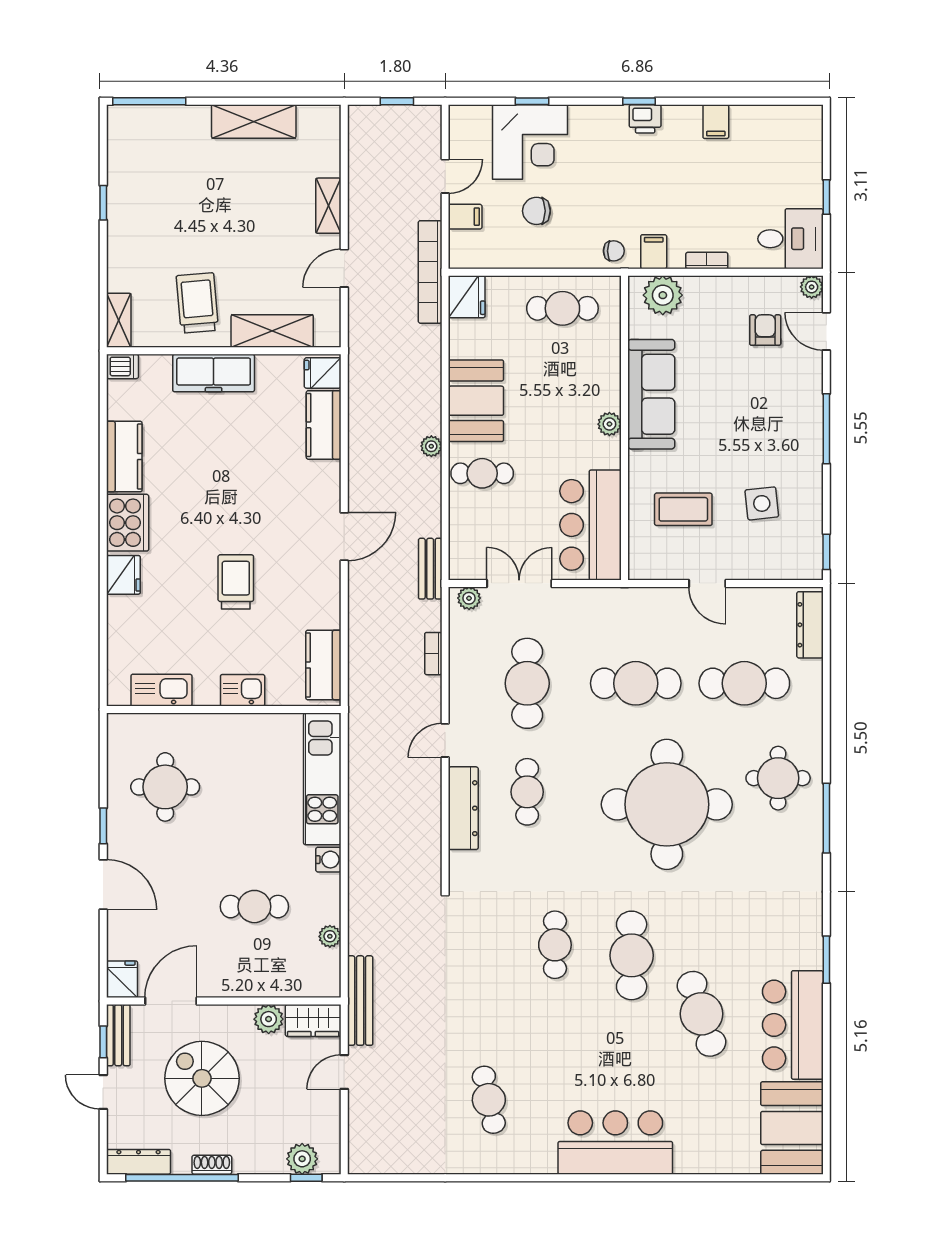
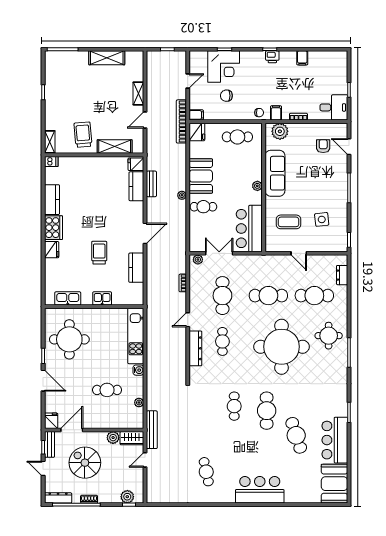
filing cabinet: (465, 217) -> (196, 115), moved
plant: (812, 287) -> (343, 128), removed
freezer: (214, 373) -> (90, 164), removed
bench: (430, 569) -> (151, 184), moved
dresser: (810, 625) -> (342, 275), width x0.70
kitchen counter: (323, 665) -> (136, 268), moved
round table: (165, 787) -> (69, 339), width x1.36, depth x1.36

